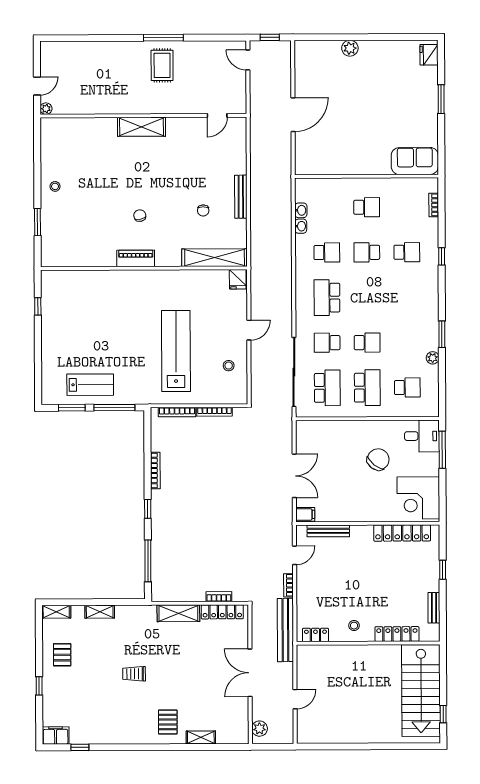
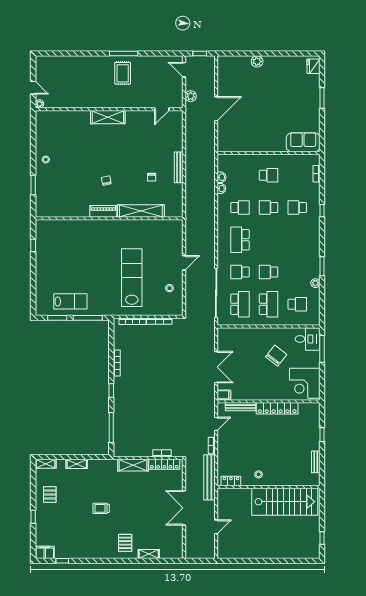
door: (37, 86) -> (33, 88), hinge flipped
school desk: (407, 252) -> (297, 207), turned 180
shelving: (215, 258) -> (141, 211), moved
fridge: (238, 279) -> (176, 226), removed
school desk: (367, 343) -> (269, 272), turned 180
locker: (402, 533) -> (277, 408), moved
locker: (397, 634) -> (289, 481), removed
stairs: (421, 691) -> (285, 502), moved, turned -90
plant: (260, 729) -> (191, 96), moved

